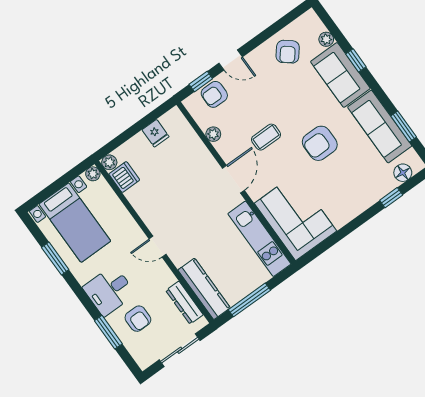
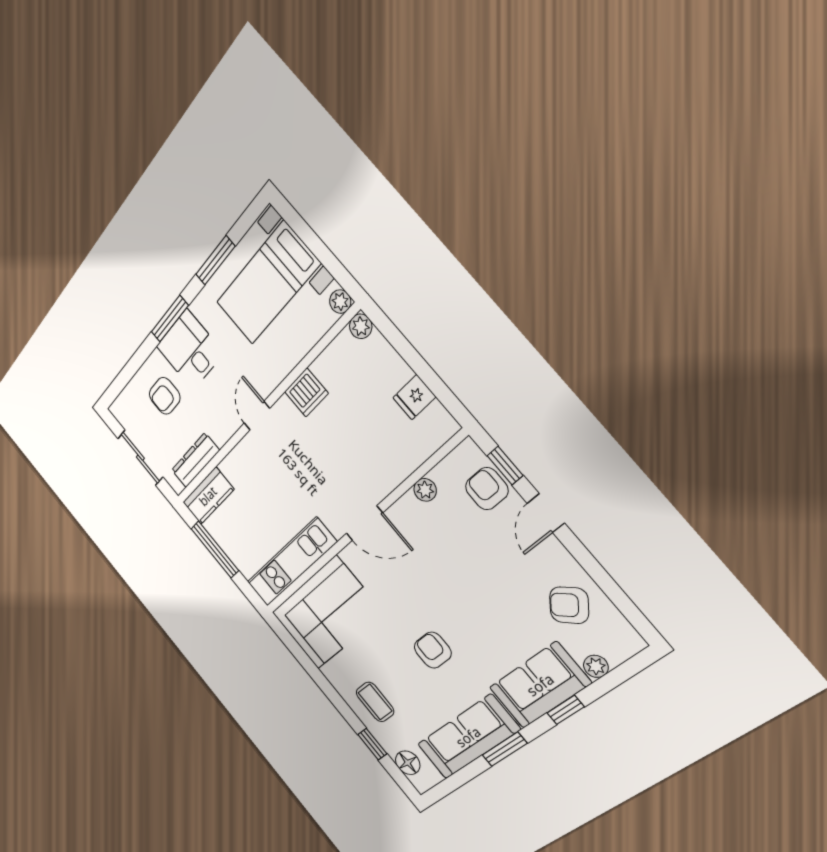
window: (404, 127) -> (505, 749), moved
coffee table: (266, 137) -> (375, 702), moved
armchair: (320, 143) -> (433, 650), width x0.72, depth x0.72
dishwasher: (124, 177) -> (306, 393), moved
kitchen counter: (204, 289) -> (208, 496), width x0.67
window: (108, 332) -> (170, 319), moved

